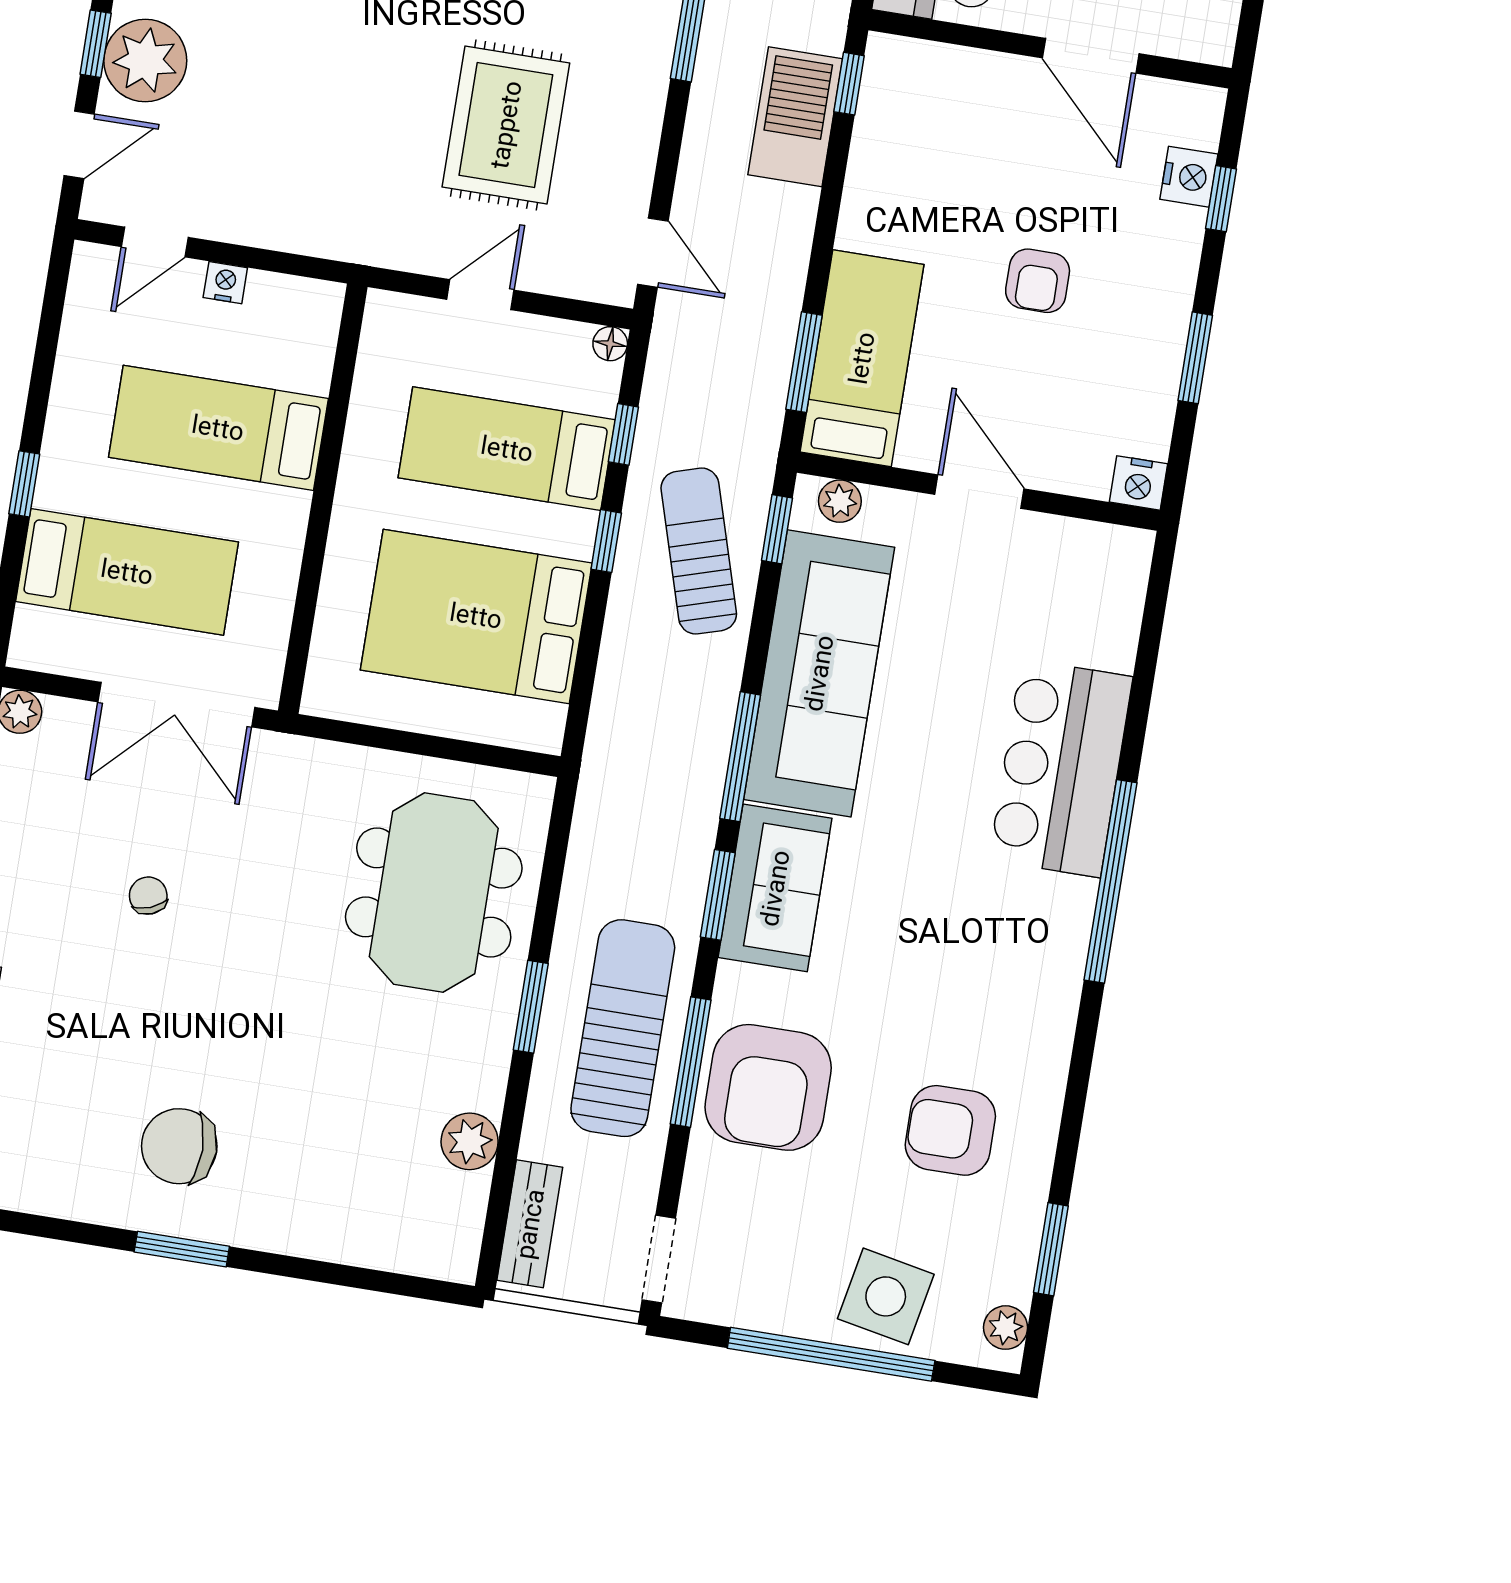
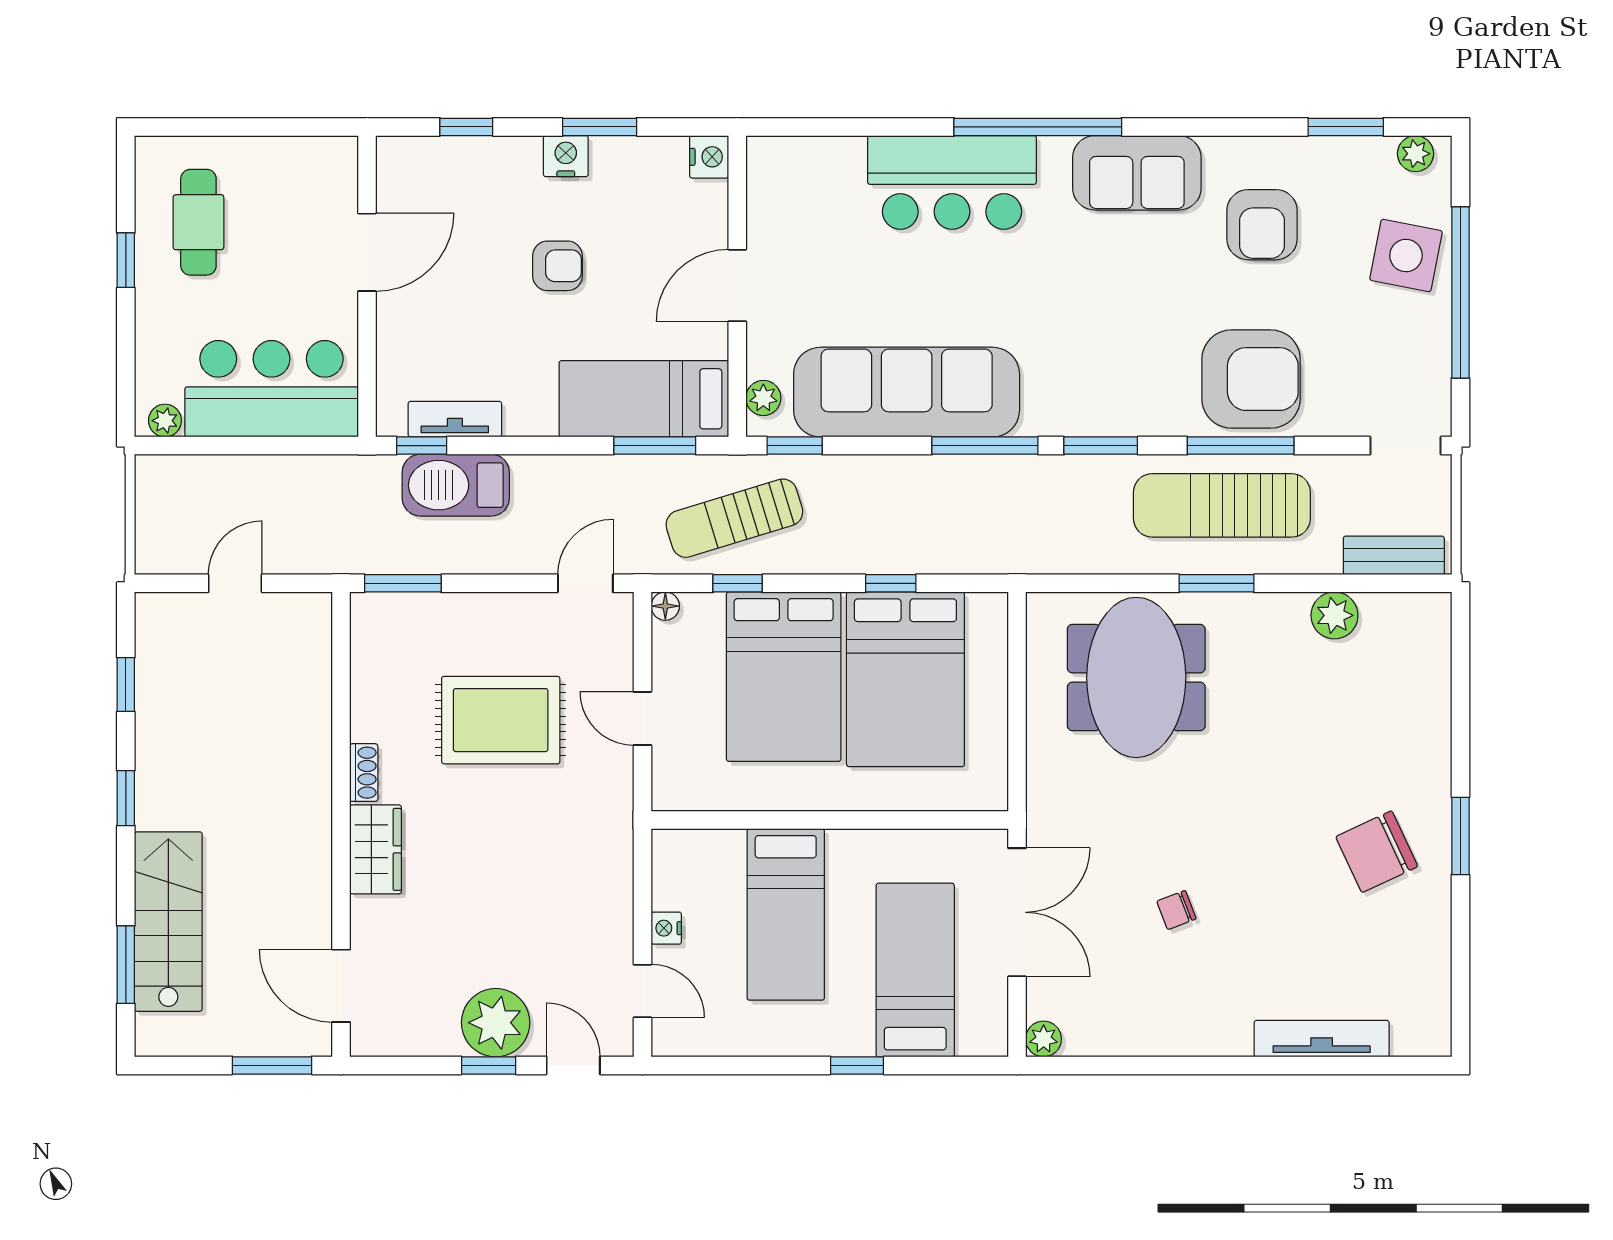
tv unit: (874, 129) -> (455, 419), added
nightstand: (1189, 177) -> (566, 156), moved
bed: (507, 449) -> (784, 677), width x1.50
window: (606, 541) -> (891, 583), moved
sun lounger: (699, 551) -> (734, 518), moved
sofa: (775, 888) -> (1137, 173), moved, turned 180
meeting table: (434, 893) -> (1136, 677), turned 90
chair: (179, 1146) -> (1377, 852), turned 65

